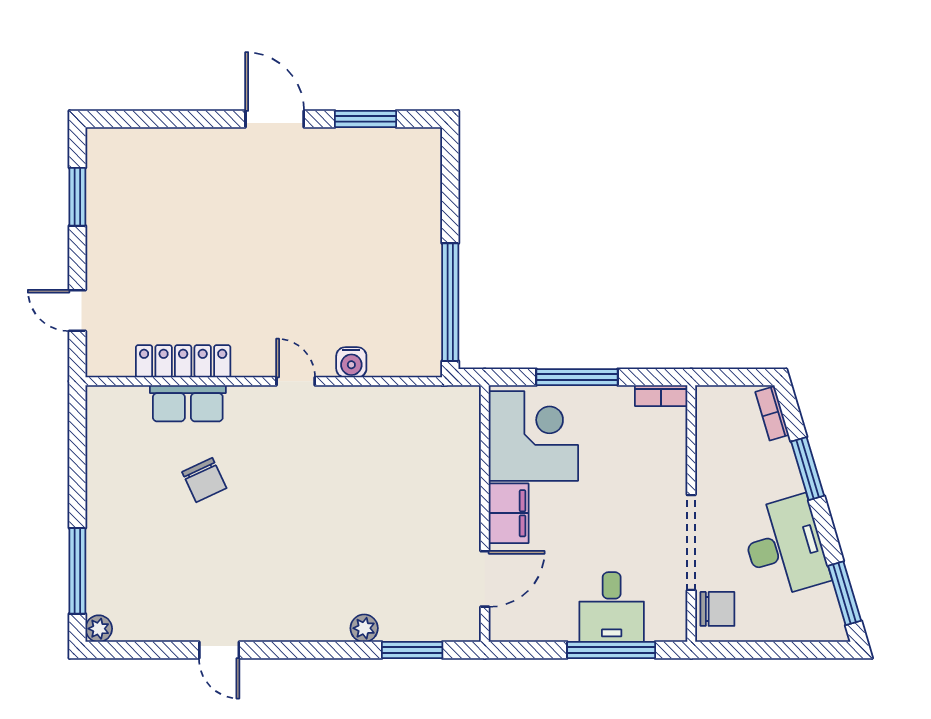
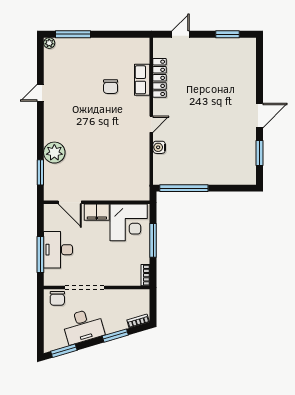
chair: (204, 480) -> (111, 87), turned -65
desk: (612, 607) -> (58, 250), width x1.37
plant: (364, 628) -> (54, 153), width x1.87, depth x1.87

